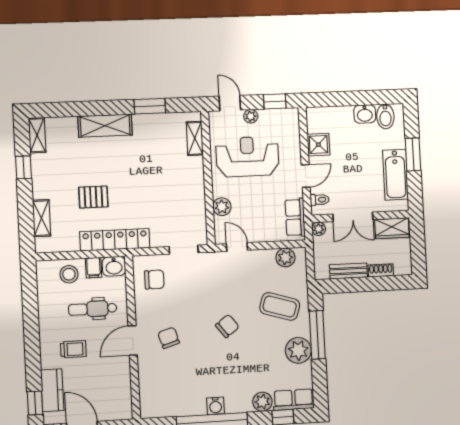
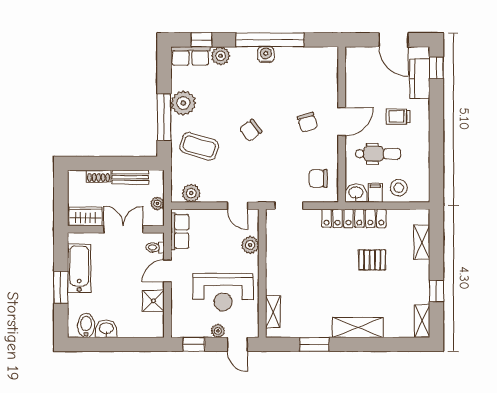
plant: (319, 229) -> (157, 204), moved

